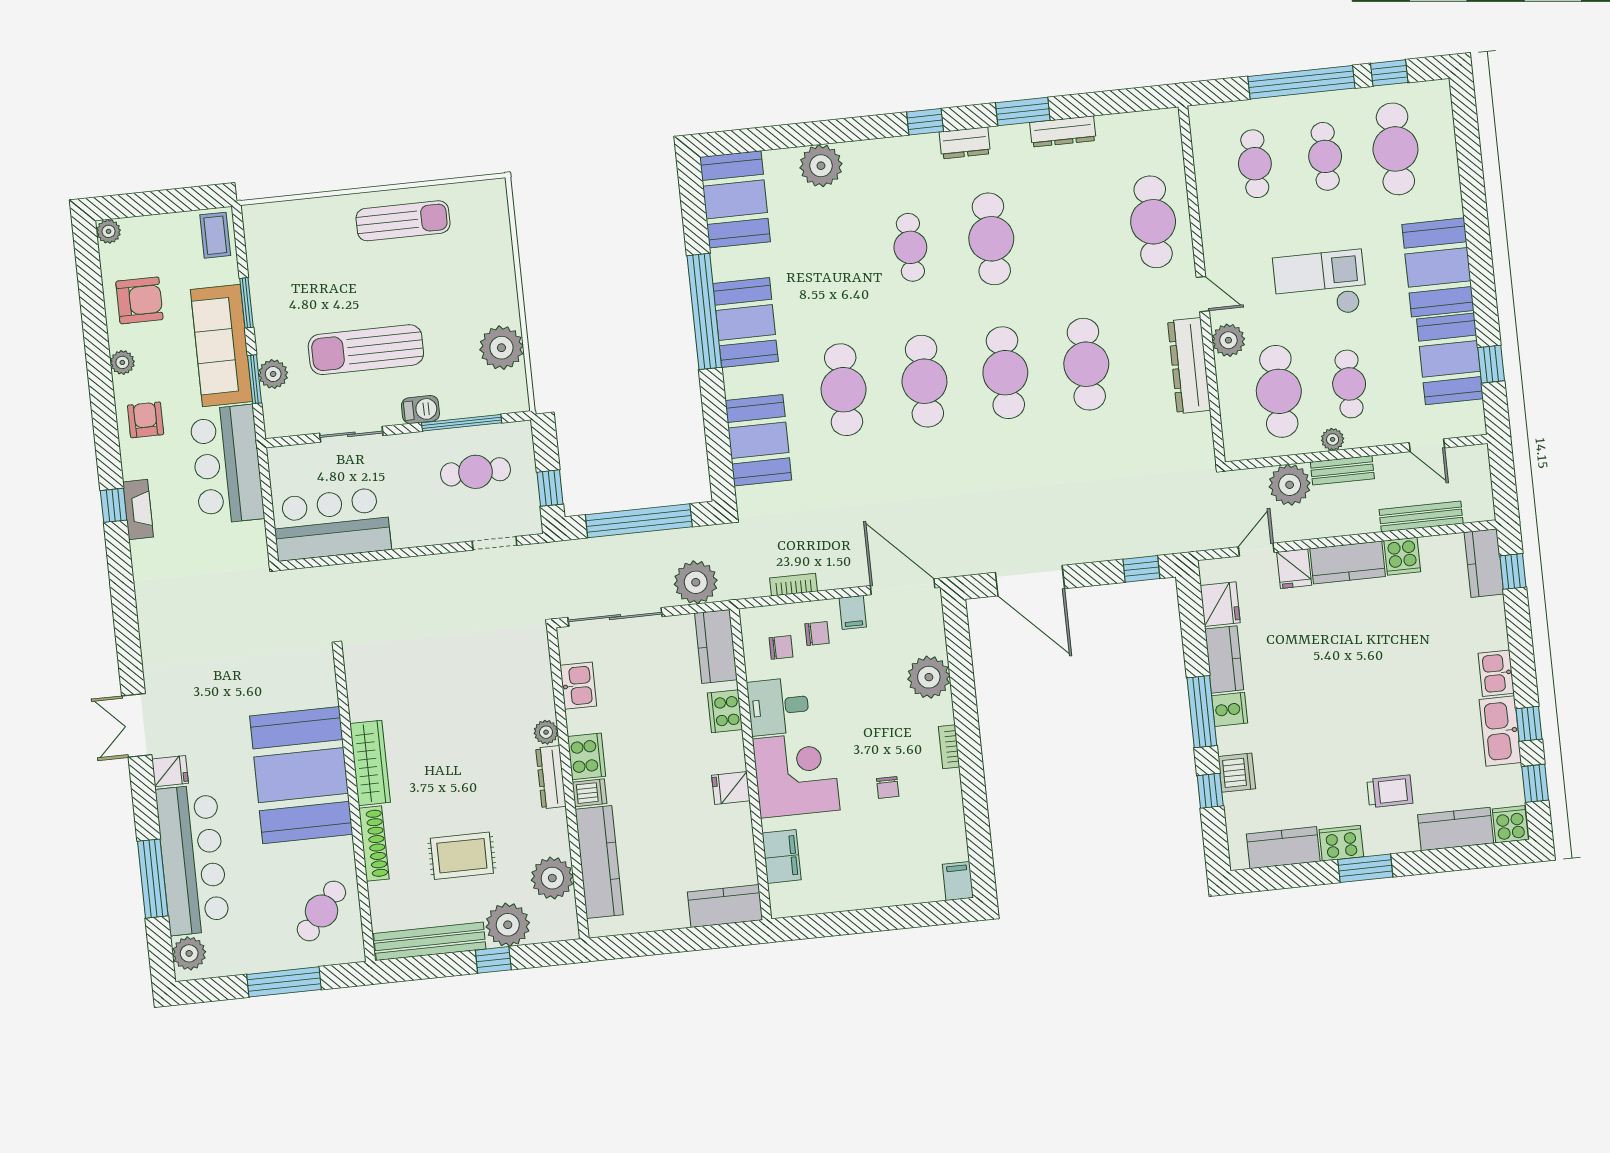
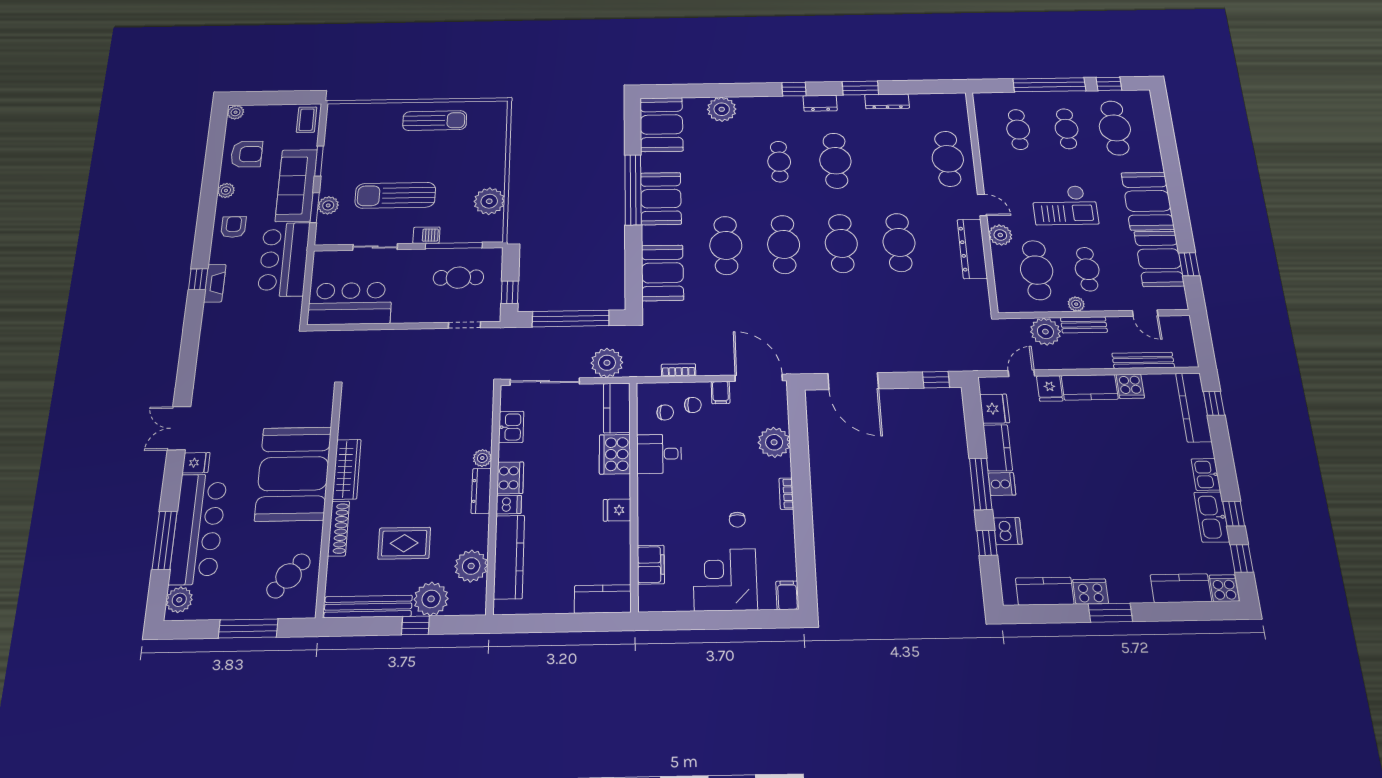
checkout: (1320, 284) -> (1065, 205), turned 180
kitchen counter: (1484, 563) -> (1194, 407), width x1.50
cooker: (725, 711) -> (615, 454), width x1.37, depth x1.31
corner desk: (796, 774) -> (725, 580), moved, turned -90
trolley: (1390, 791) -> (1128, 555), removed

